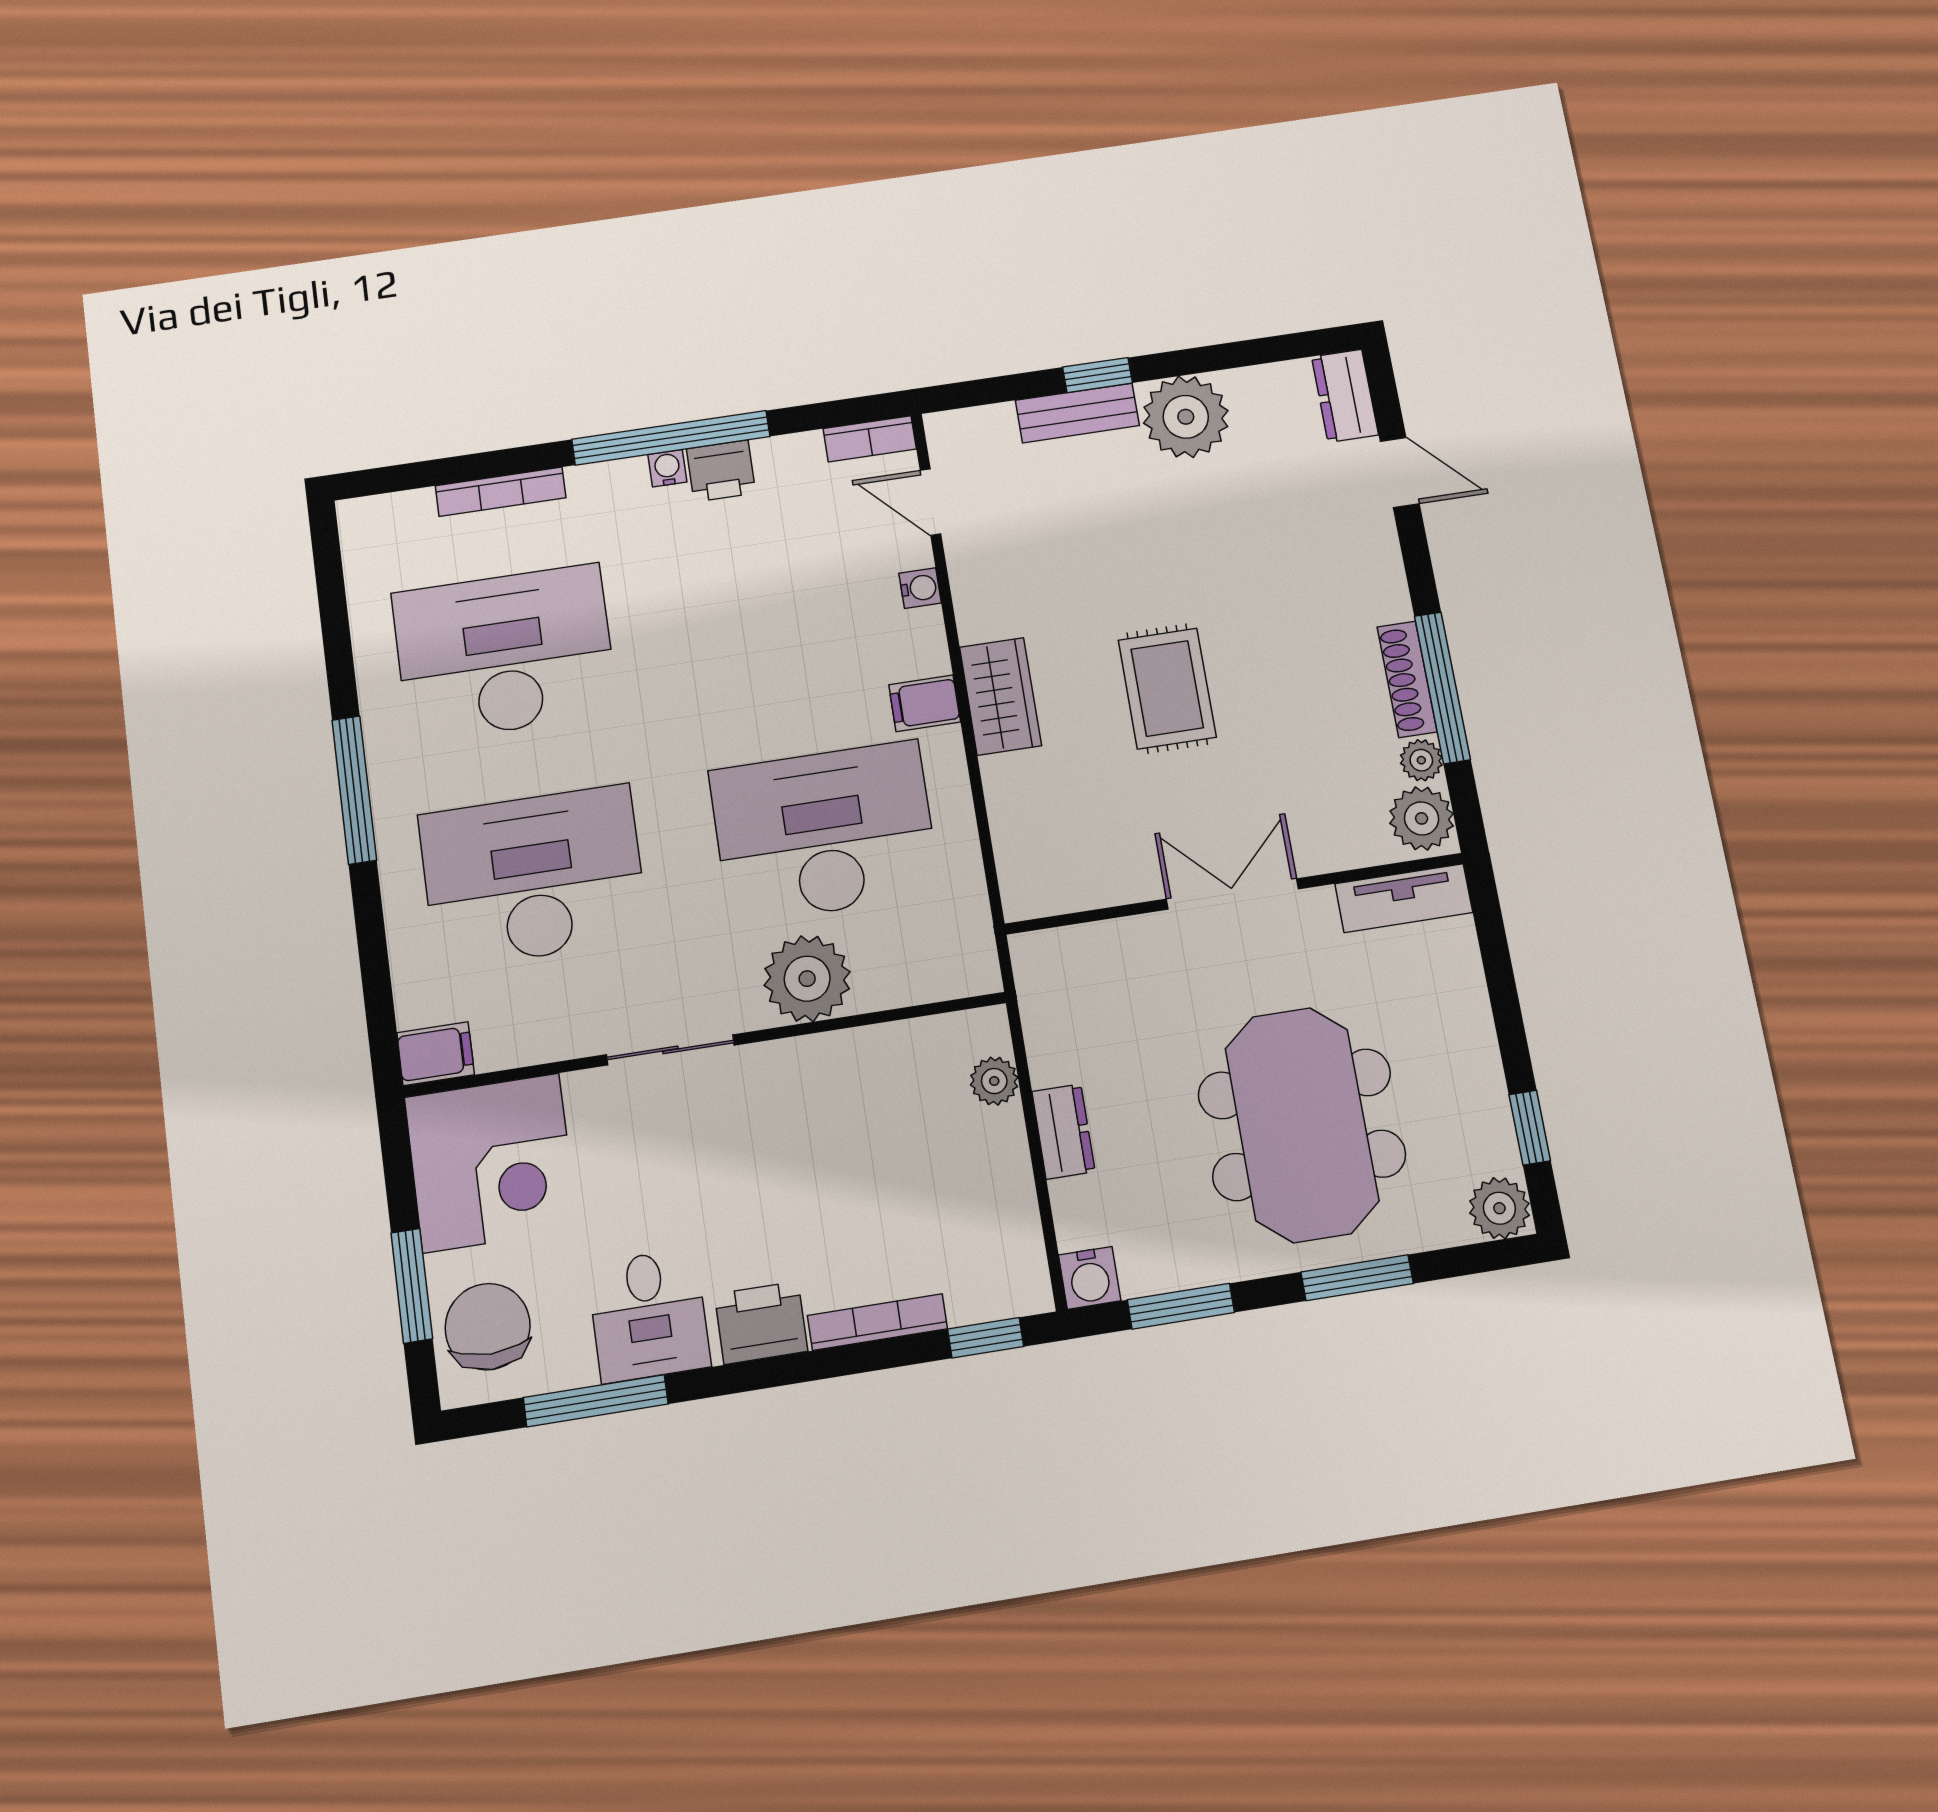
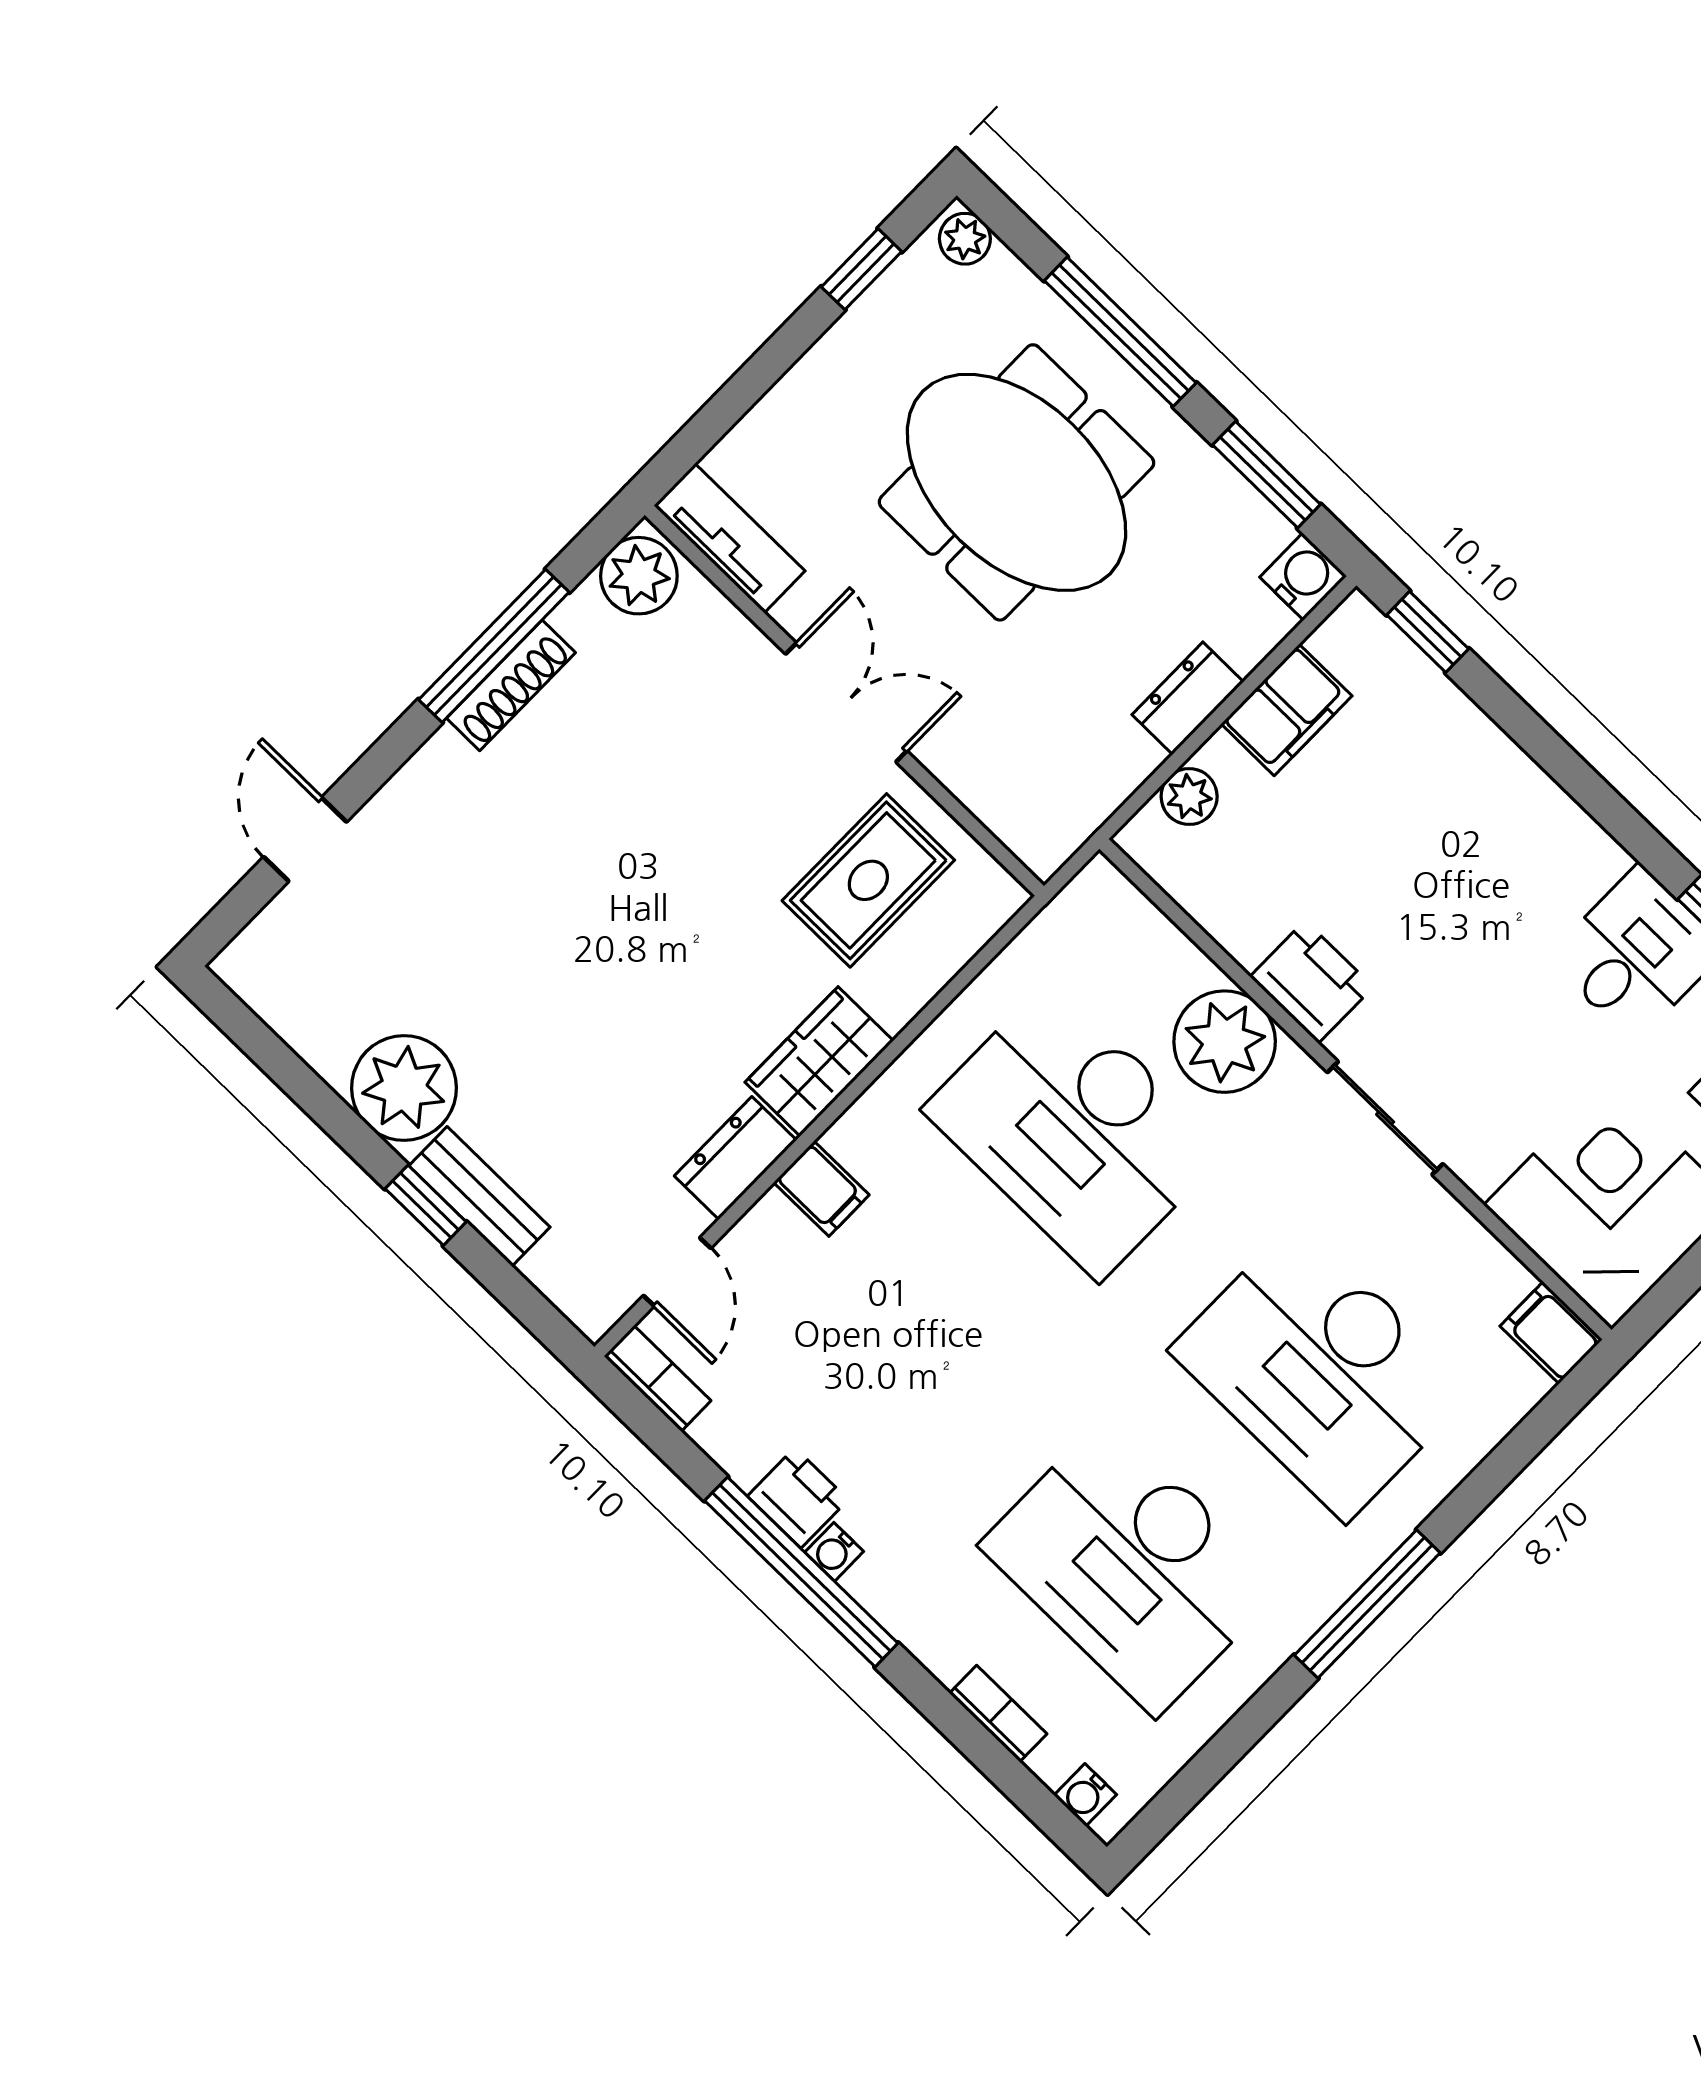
dresser: (1345, 396) -> (735, 1158), moved, turned 180
bookcase: (501, 492) -> (998, 1714), width x0.64
water cooler: (920, 588) -> (1085, 1795), moved, turned -90
rug: (1167, 688) -> (868, 880), moved
filing cabinet: (925, 703) -> (821, 1189), moved
plant: (1421, 760) -> (582, 616), removed
double door: (1232, 894) -> (846, 702), swing flipped
meeting table: (1302, 1125) -> (1016, 482), turned 90
filing cabinet: (1004, 1195) -> (1287, 710), added
plant: (1499, 1208) -> (965, 239), width x0.73, depth x0.73
window: (1357, 1278) -> (1120, 332), width x1.44
bookcase: (877, 1322) -> (1487, 741), removed
printer: (761, 1323) -> (1312, 982), moved, turned 180

